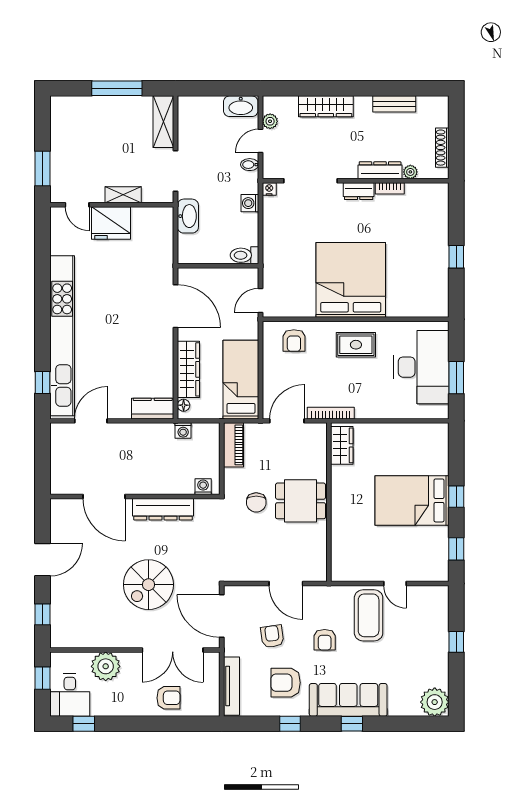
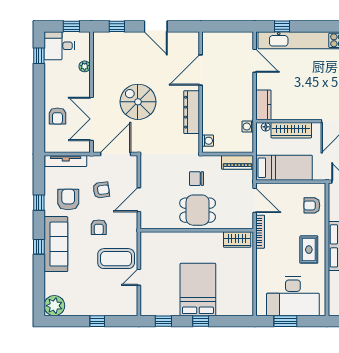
dining table: (301, 501) -> (198, 210), turned 90
armchair: (325, 640) -> (99, 227), turned -90
plant: (106, 666) -> (85, 66), width x0.53, depth x0.53

